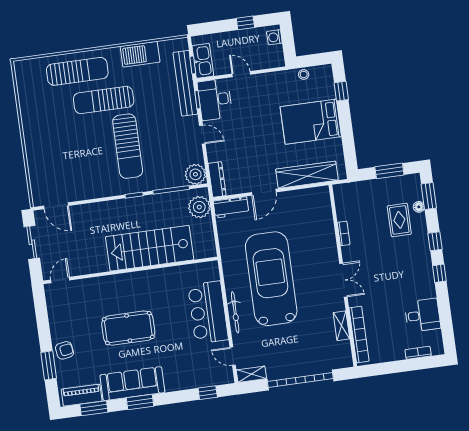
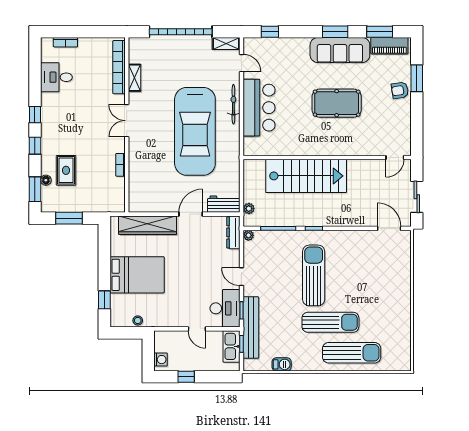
barbecue: (140, 54) -> (282, 364), width x0.53, depth x0.65
sun lounger: (77, 71) -> (352, 353), turned 180
plant: (195, 174) -> (248, 235), width x0.53, depth x0.53
plant: (199, 207) -> (249, 209), width x0.53, depth x0.53

